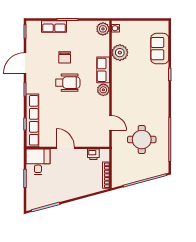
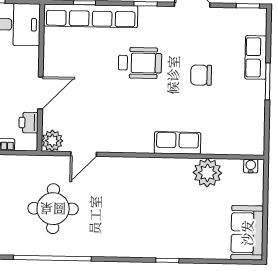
plant: (103, 29) -> (250, 144), removed
sofa: (160, 49) -> (247, 233), moved, turned -90
wheelchair: (68, 83) -> (140, 63), moved, turned -90
plant: (103, 90) -> (52, 141), moved
door: (65, 148) -> (40, 93), moved

